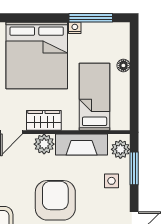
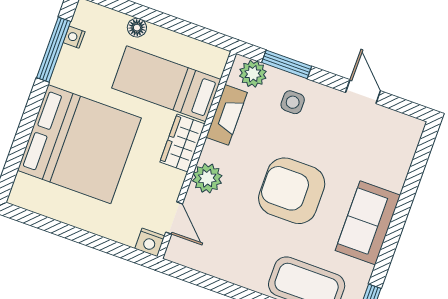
nightstand: (75, 28) -> (74, 37), moved
wardrobe: (44, 120) -> (182, 143), moved
fireplace: (82, 145) -> (227, 115), width x0.73, depth x0.76

